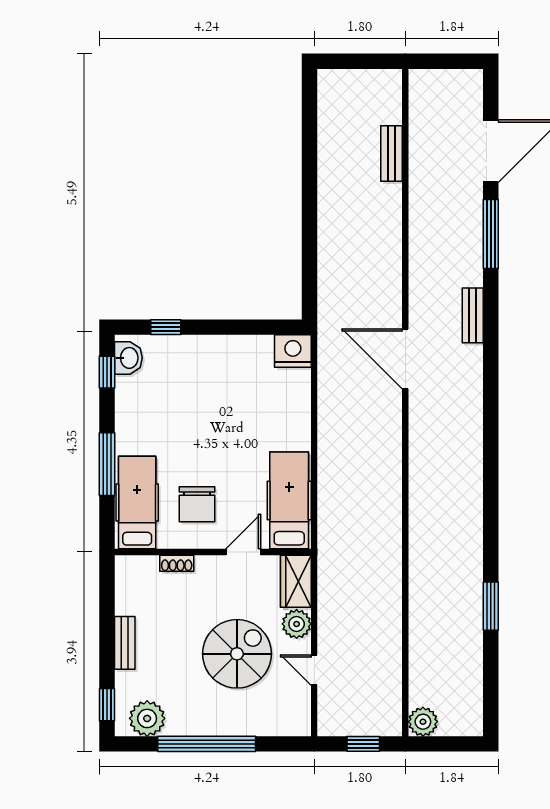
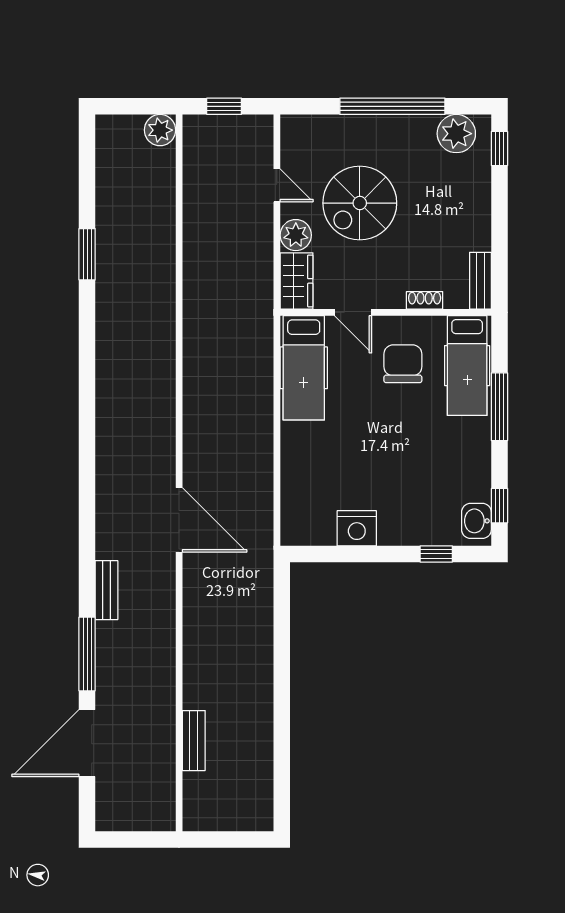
bench: (473, 315) -> (106, 590), moved
nightstand: (293, 351) -> (357, 528), moved
door: (243, 552) -> (353, 312), hinge flipped
bench: (125, 643) -> (480, 281), moved

